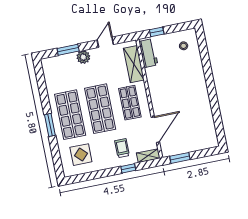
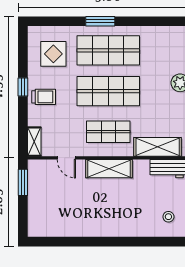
shelving: (157, 97) -> (109, 169), added
door: (155, 130) -> (66, 158), width x0.53
trolley: (122, 148) -> (44, 97), moved
window: (128, 168) -> (23, 87), moved

